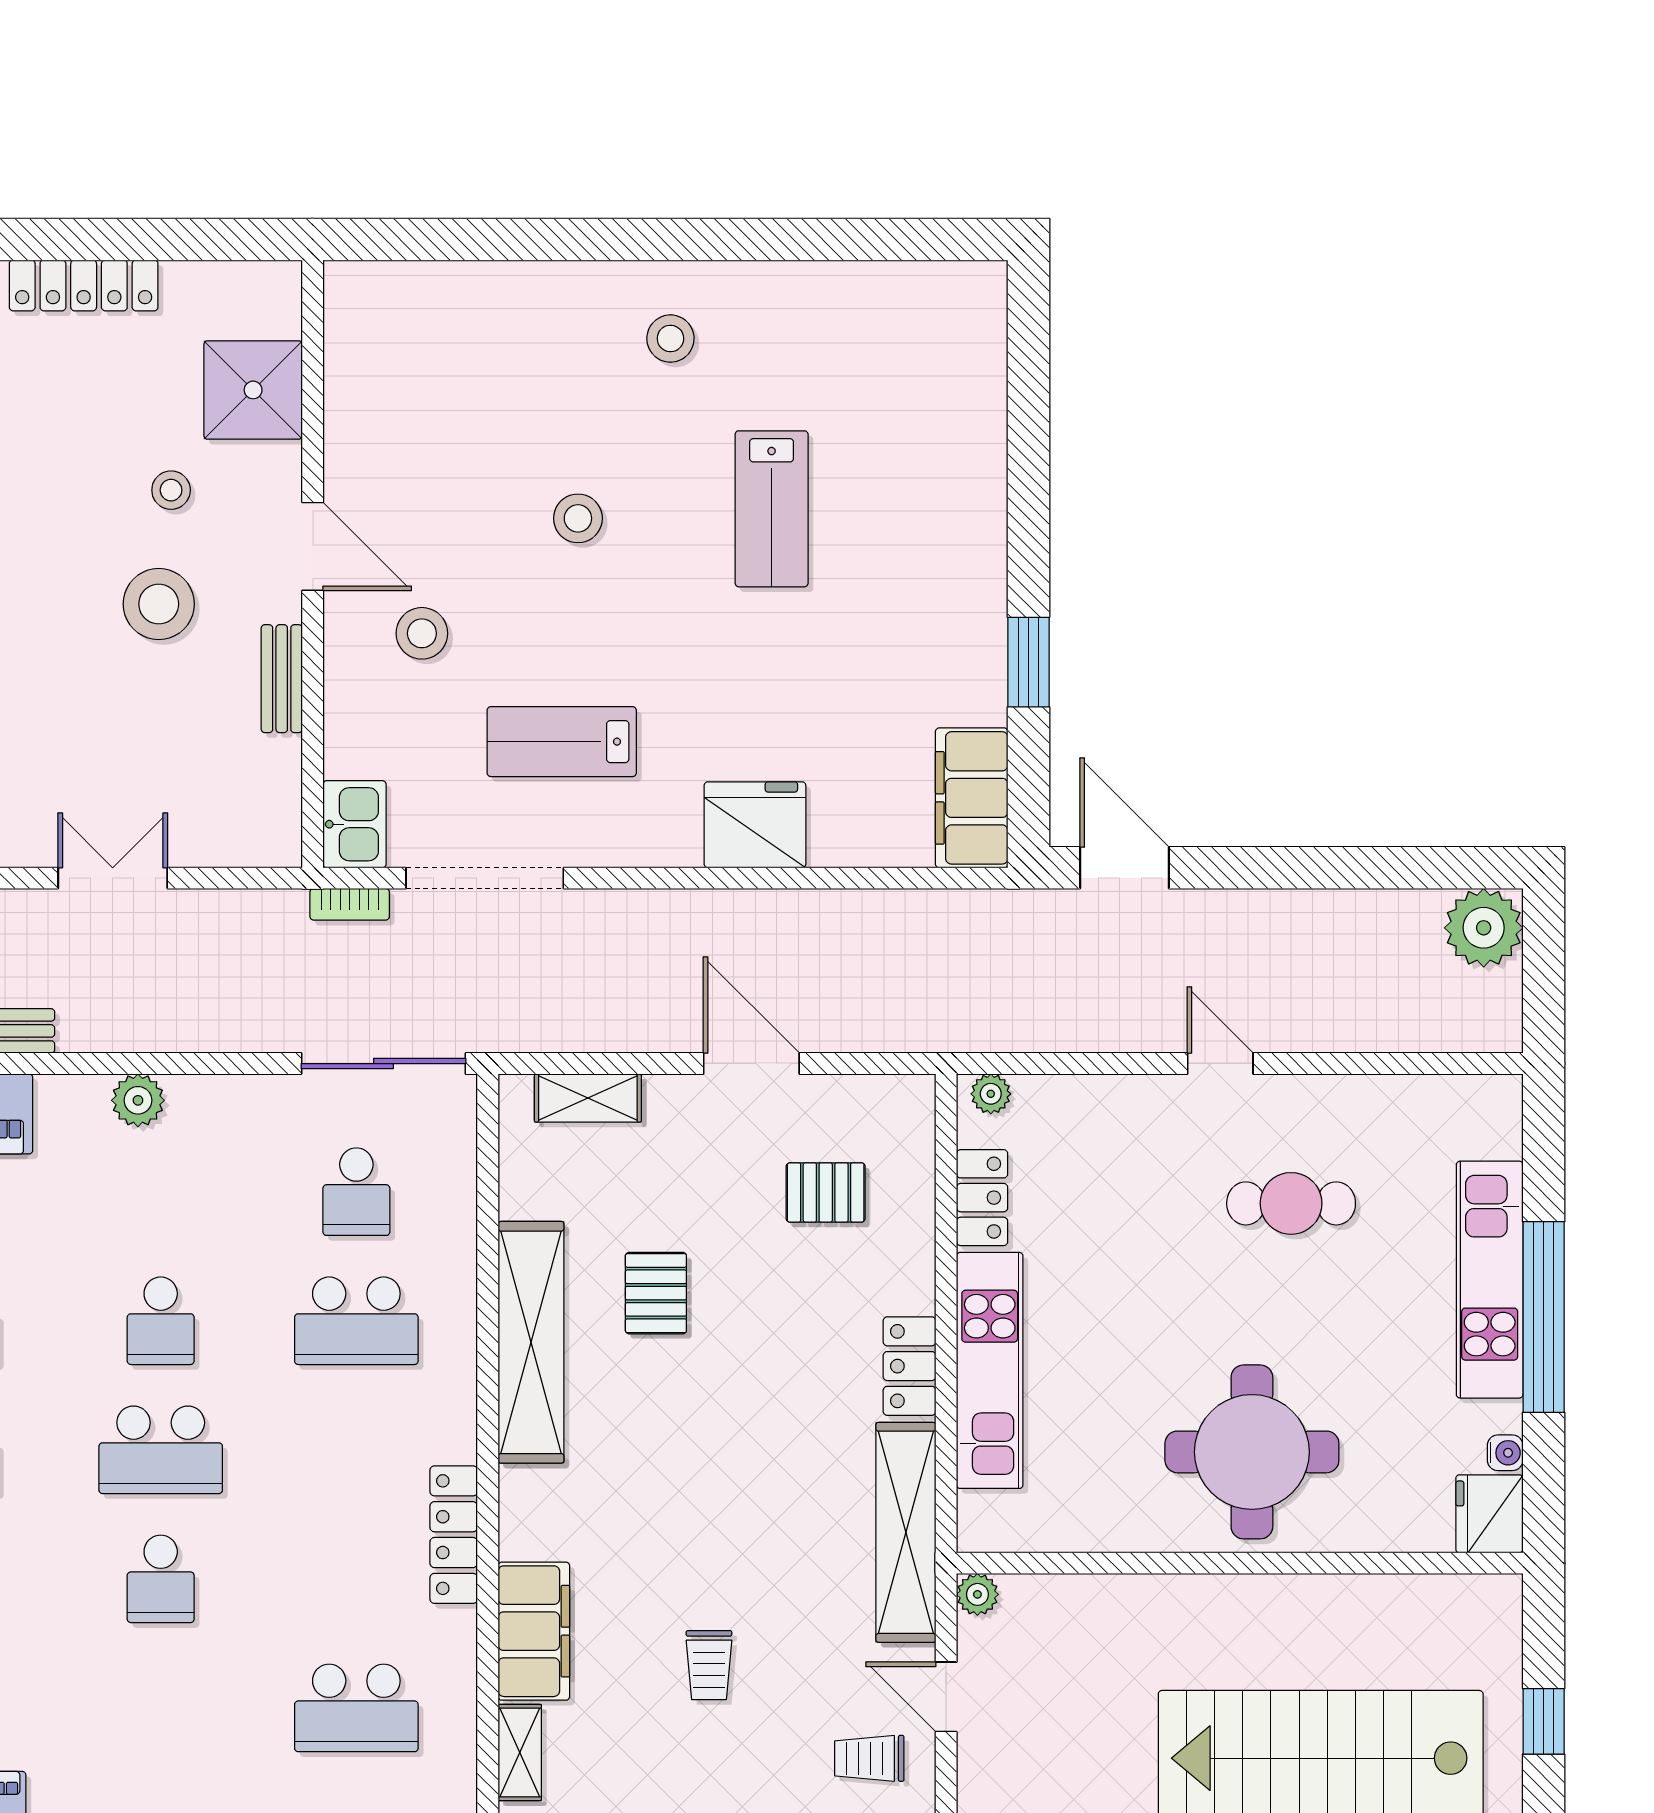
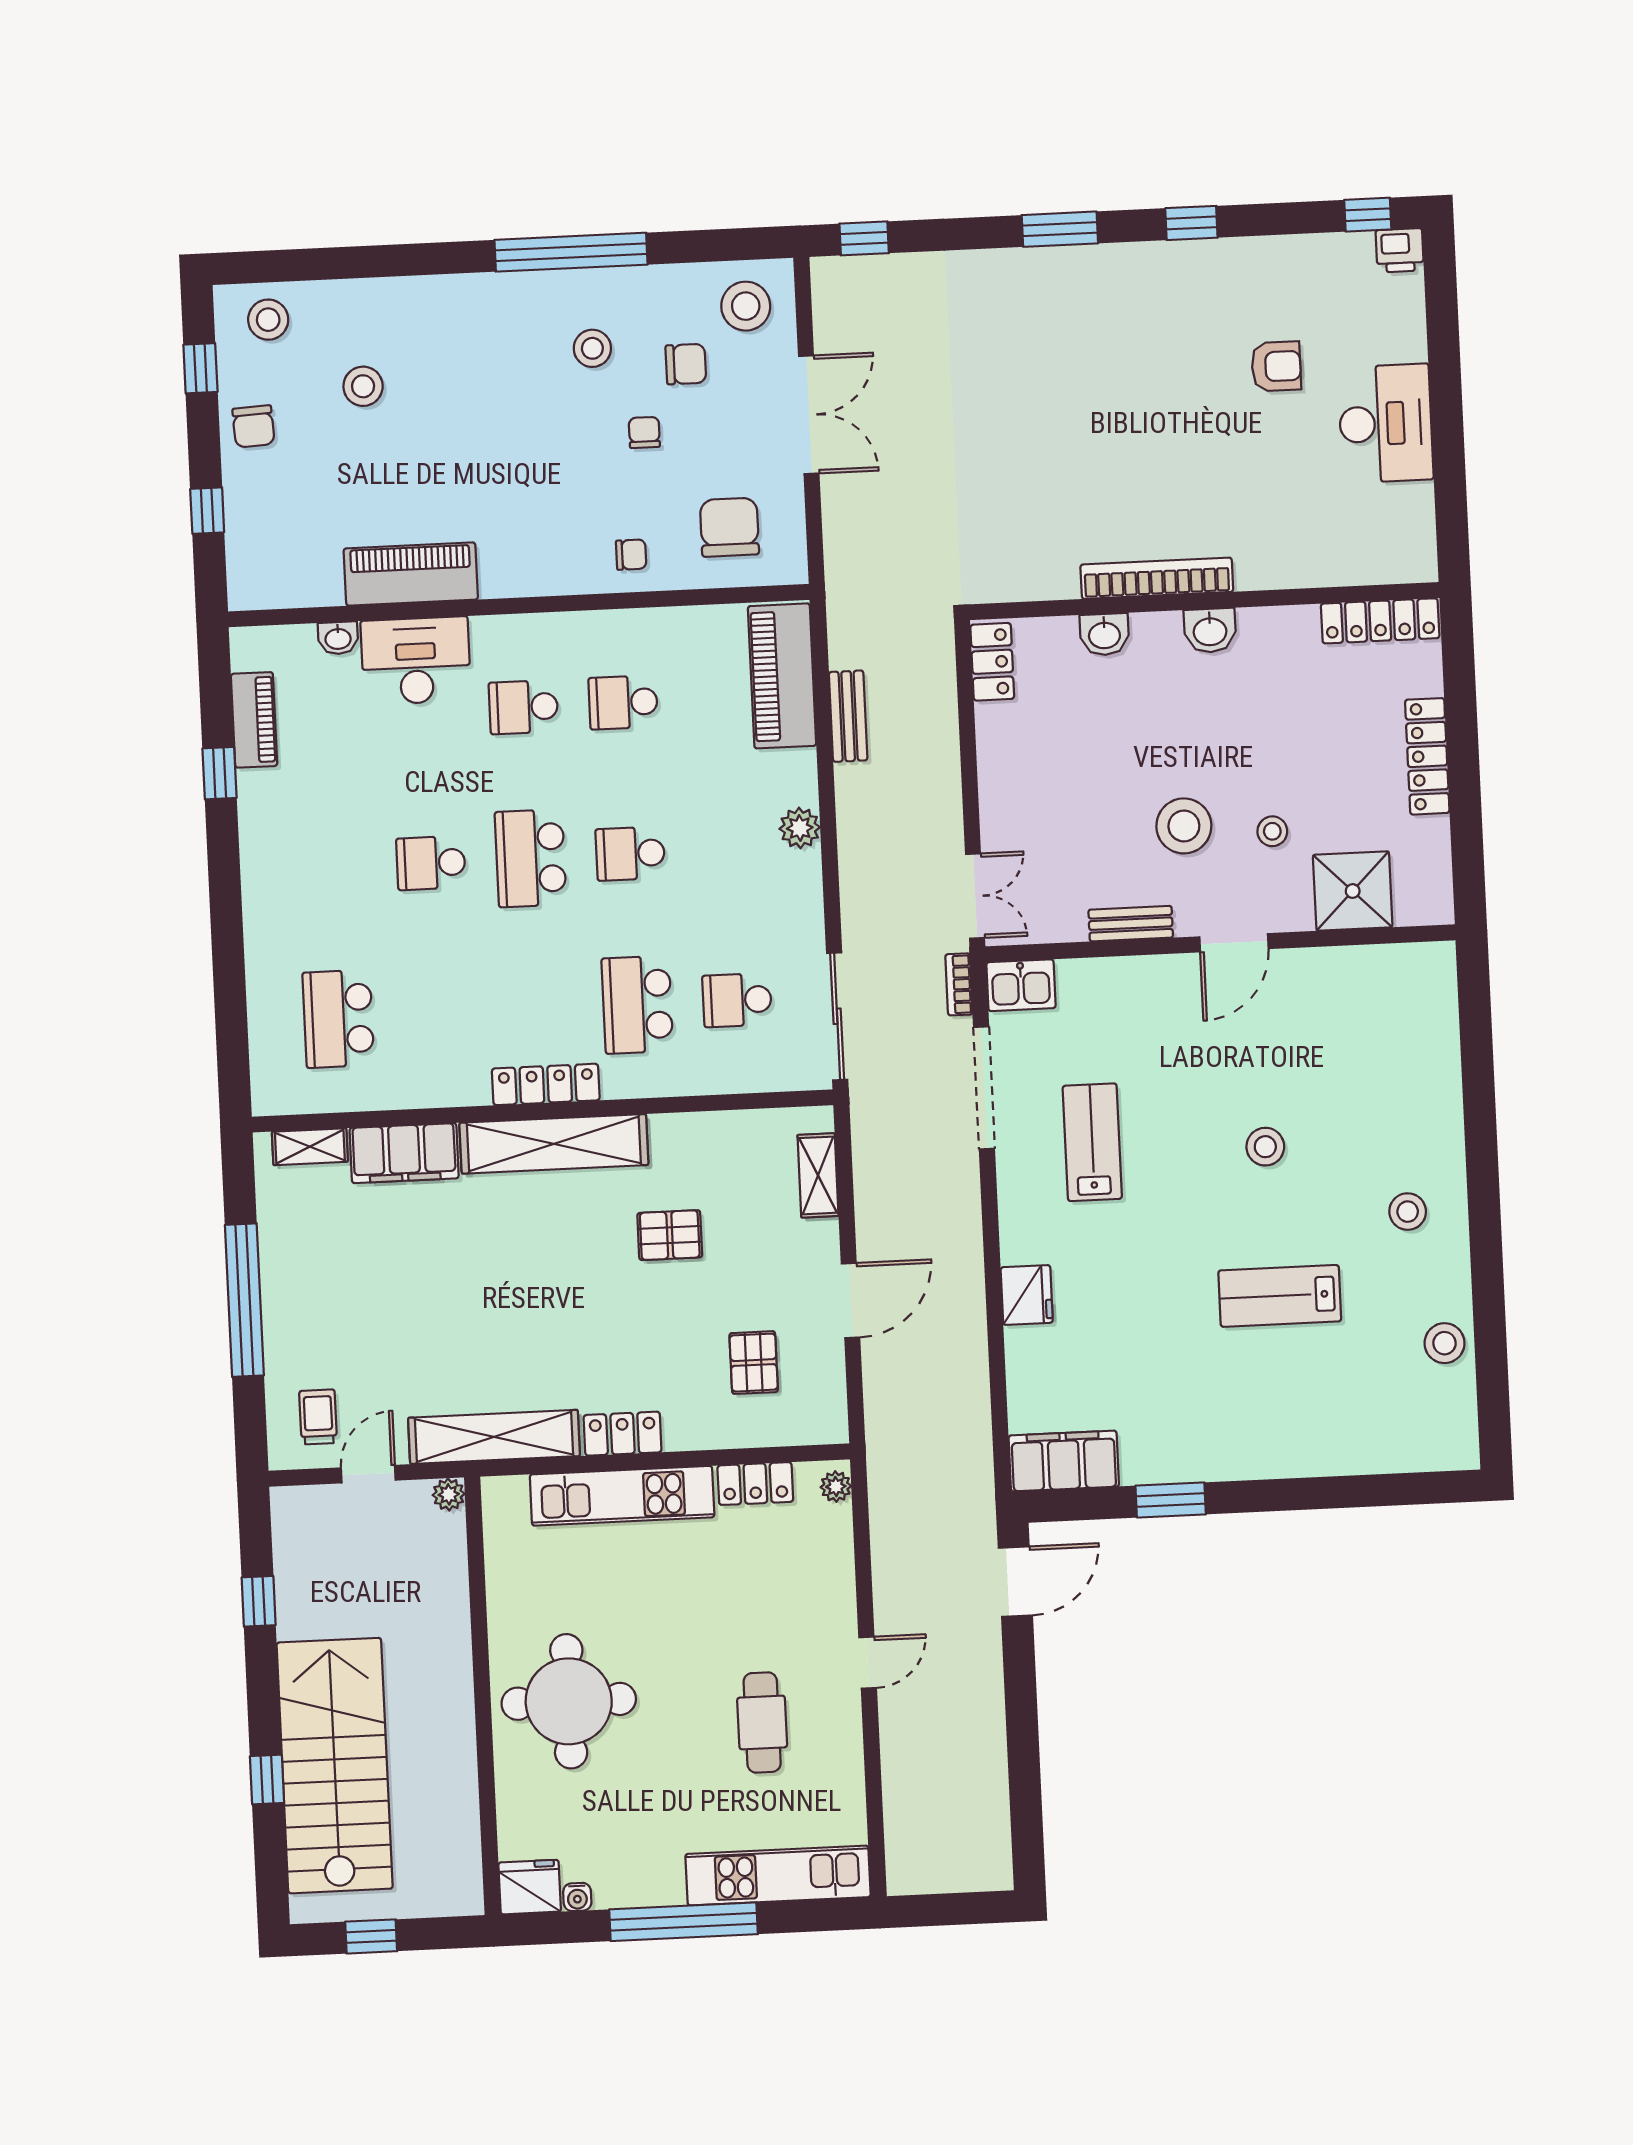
stool: (422, 633) -> (1445, 1343), moved
fridge: (755, 825) -> (1027, 1295), width x0.73, depth x0.75
double door: (113, 878) -> (975, 896), moved
plant: (1484, 928) -> (982, 1861), removed
kitchen unit: (1490, 1280) -> (778, 1875), moved
shelving: (531, 1342) -> (554, 1144), moved
locker: (454, 1535) -> (546, 1084), moved
trolley: (709, 1665) -> (384, 1290), removed

